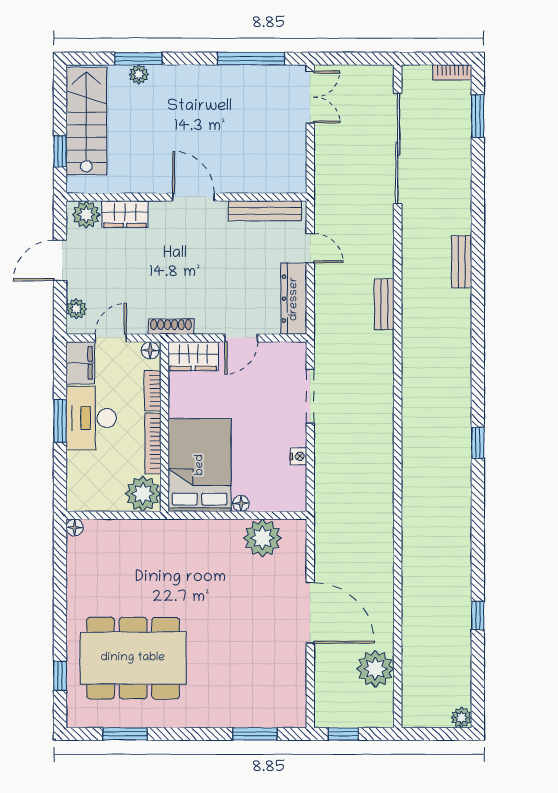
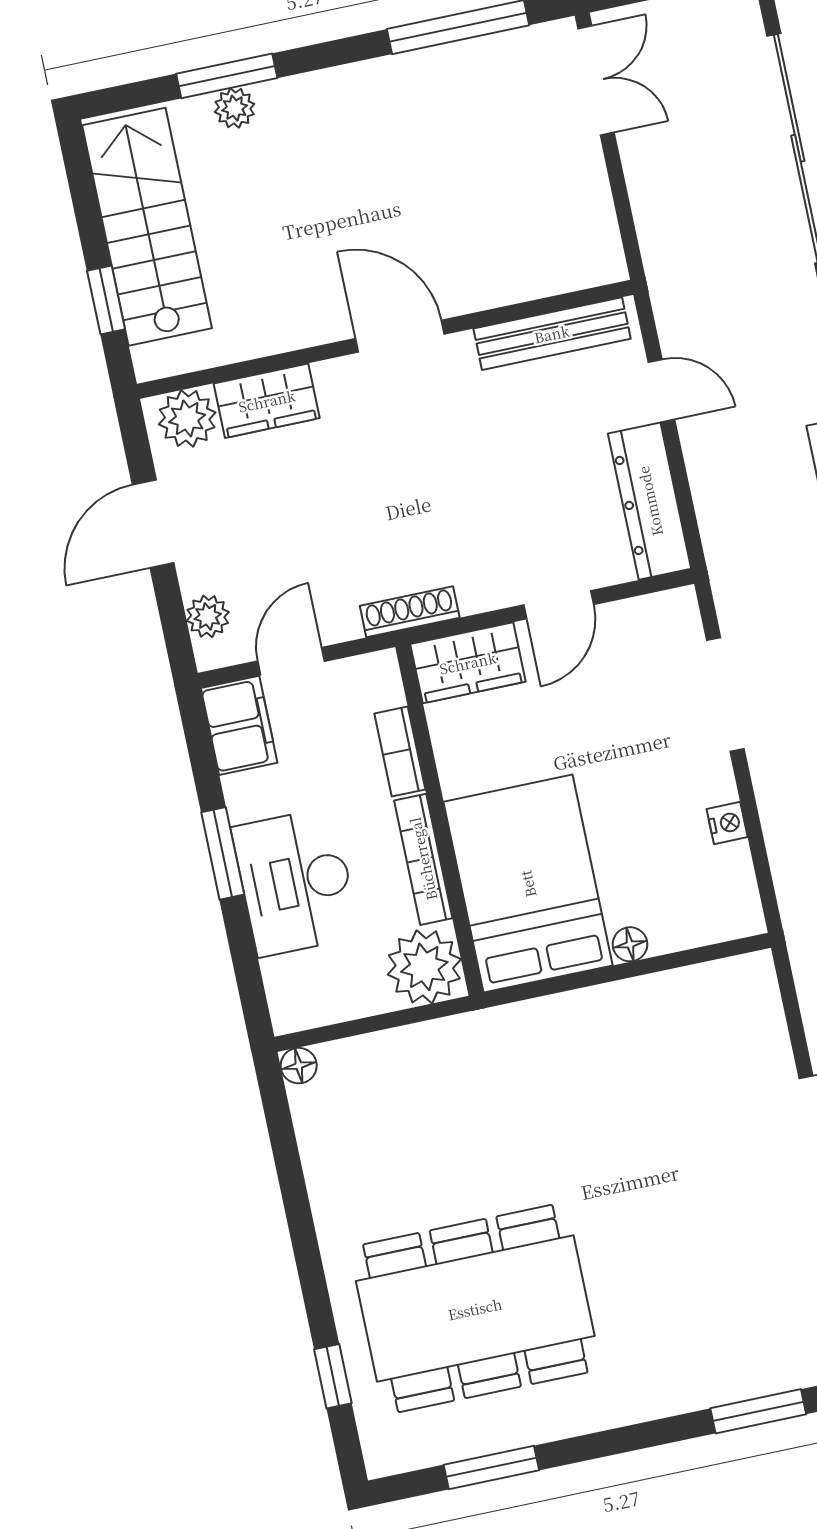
floor lamp: (150, 350) -> (377, 670), removed
desk: (91, 418) -> (296, 882), moved
plant: (263, 538) -> (689, 1006), removed

